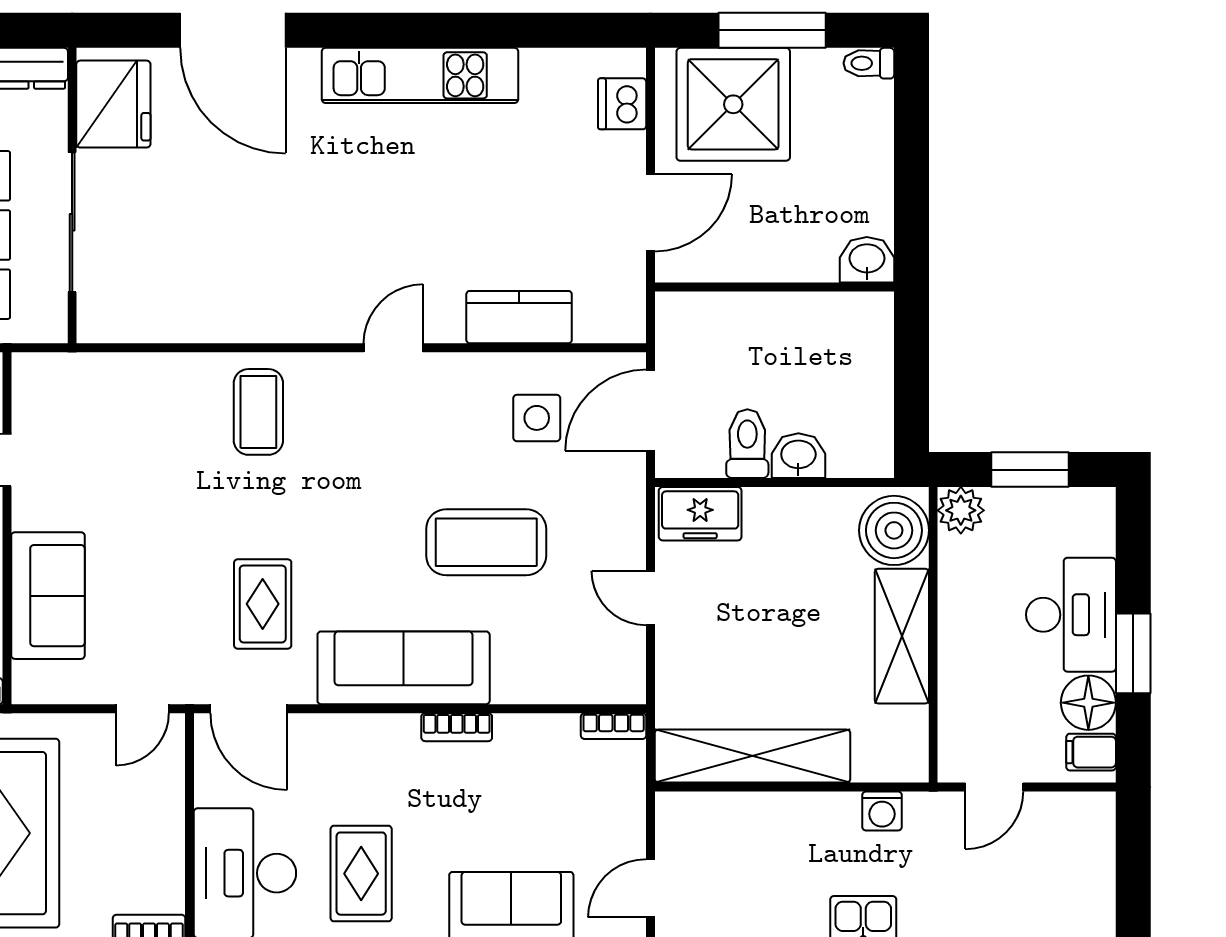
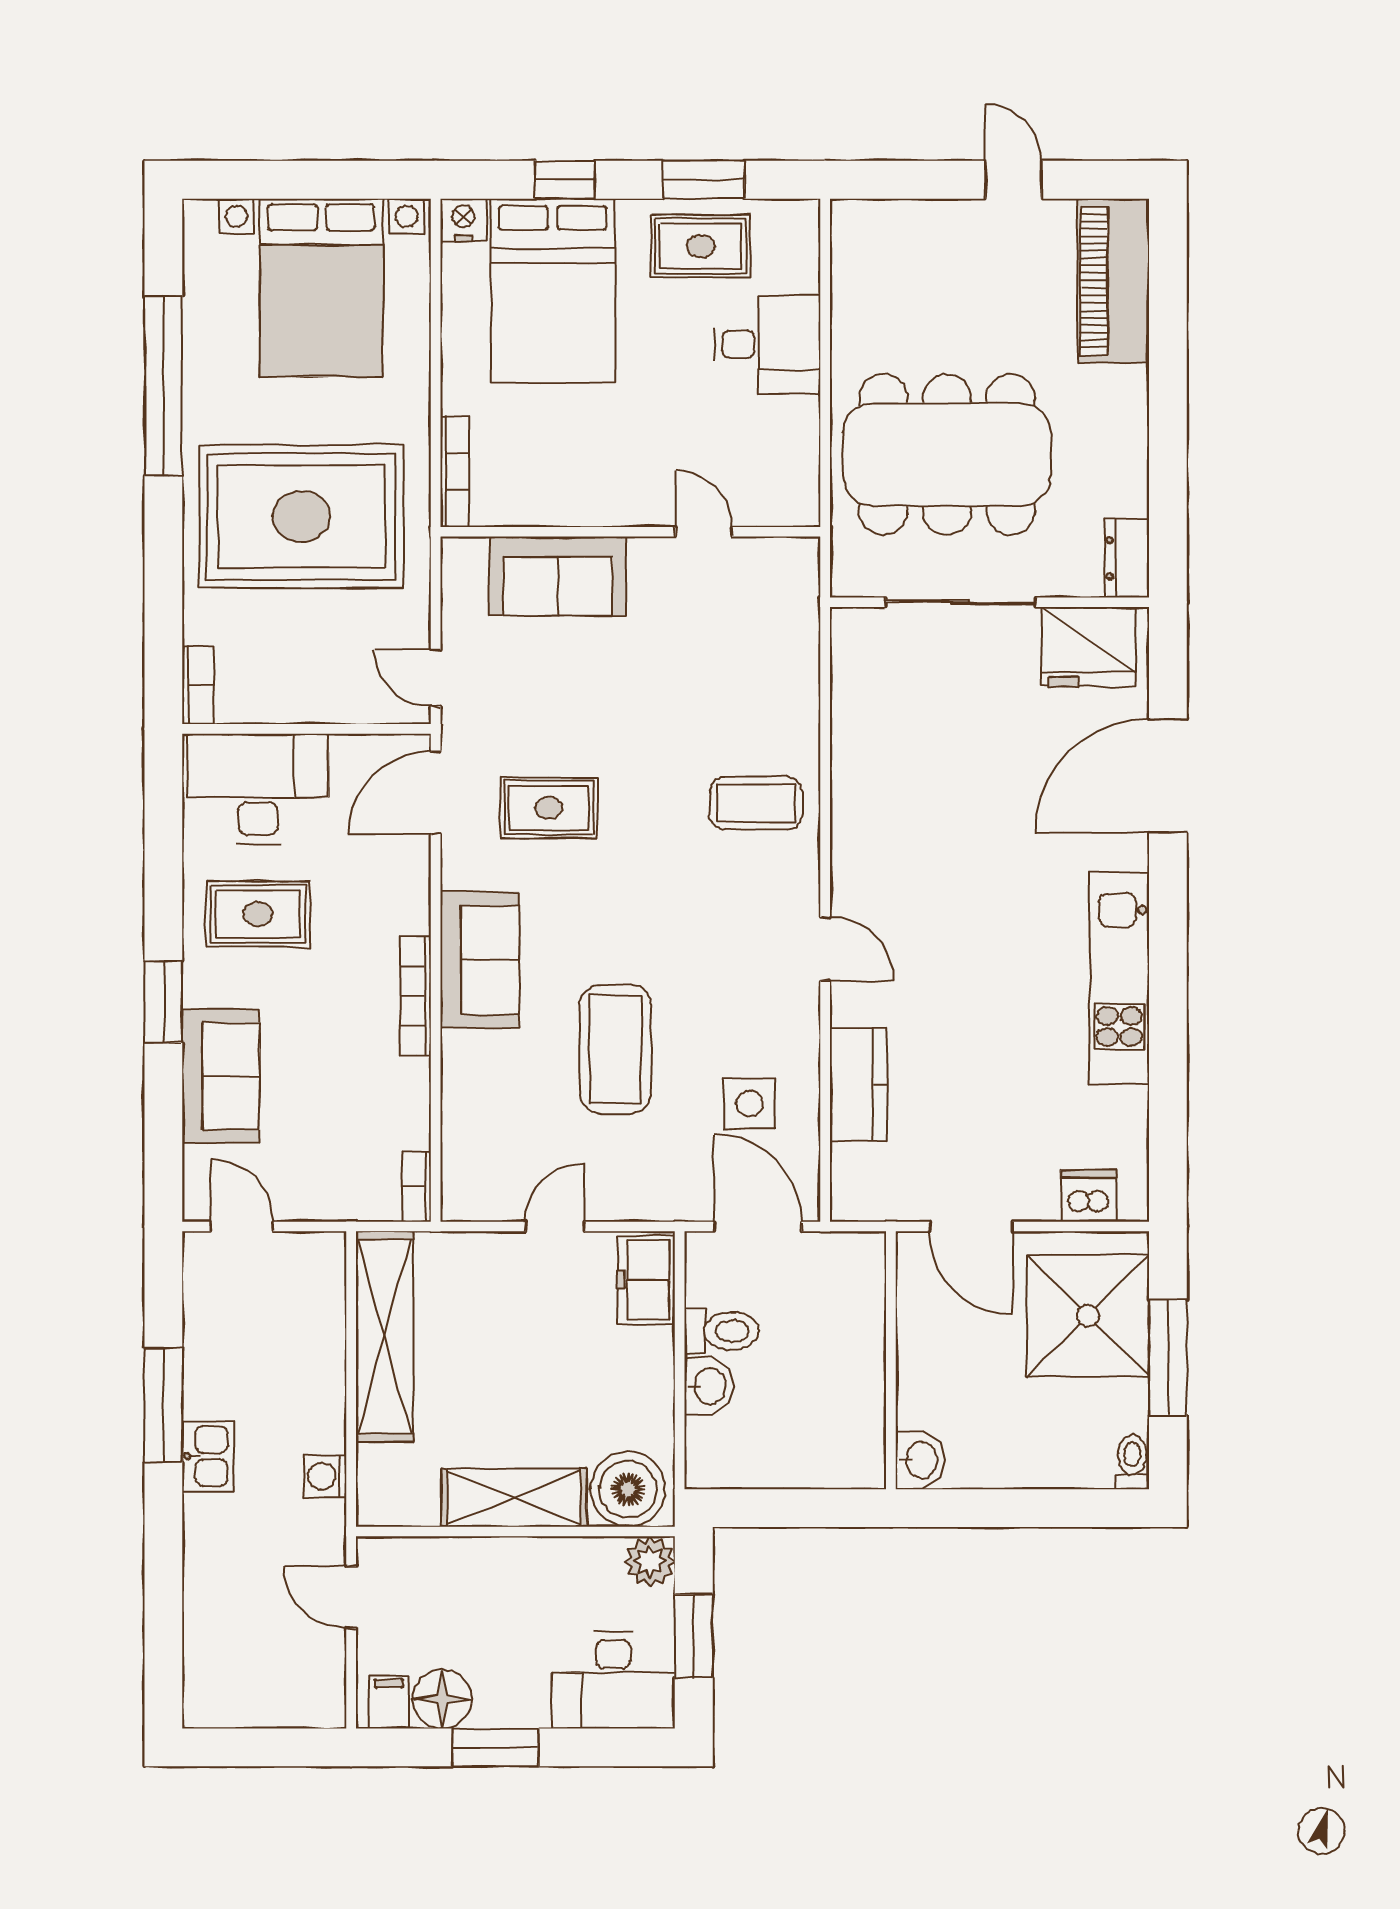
desk: (1071, 615) -> (613, 1680), moved
sofa: (404, 668) -> (480, 960), width x0.73
bookcase: (457, 727) -> (416, 996), width x1.56

